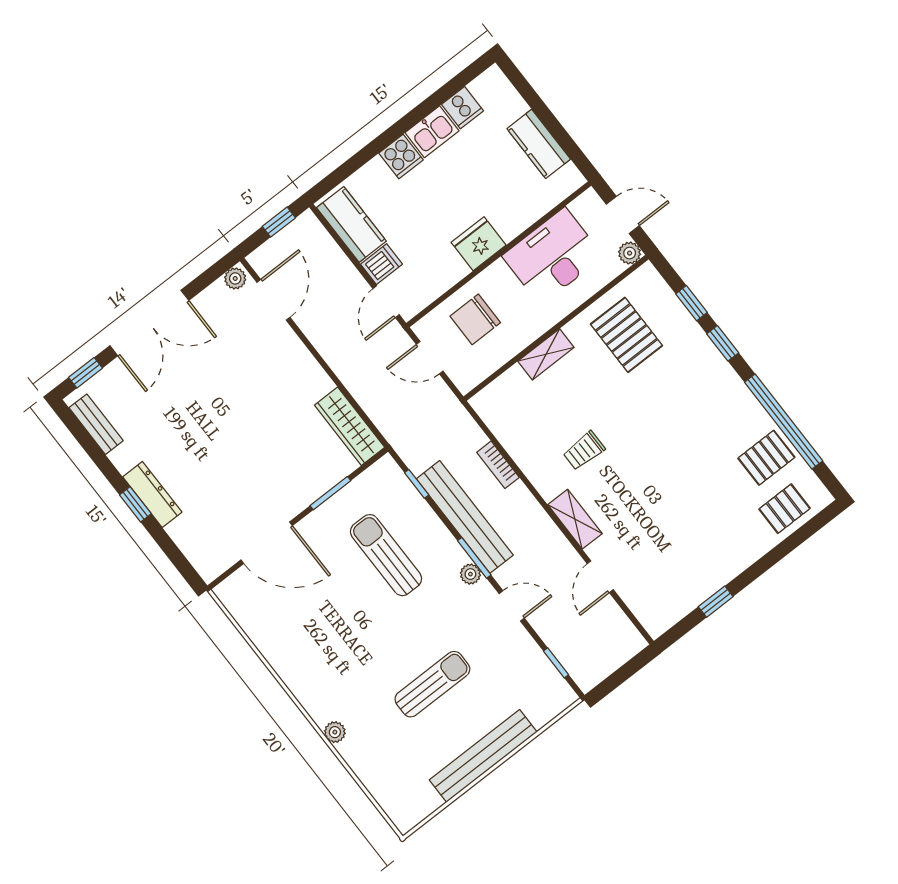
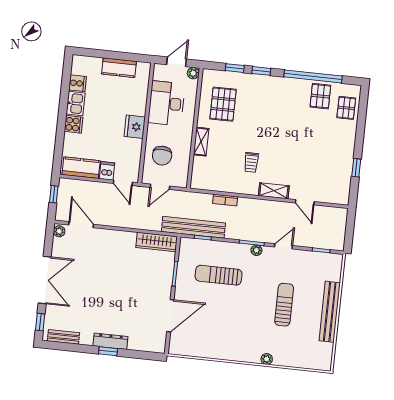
pallet: (626, 335) -> (223, 104), turned 90
bench: (465, 517) -> (193, 227), moved

